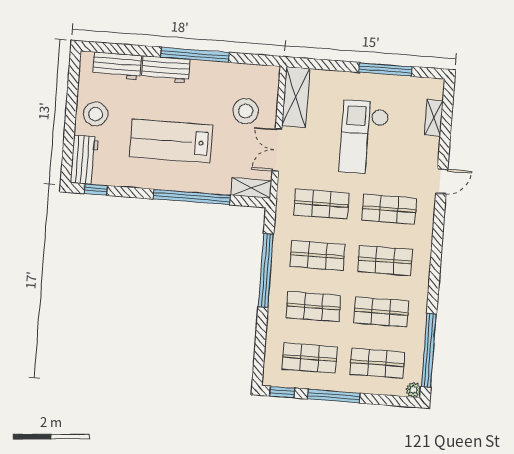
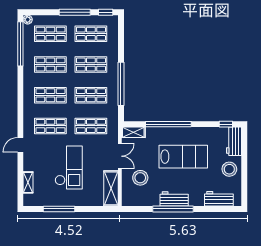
workbench: (166, 69) -> (174, 199), moved

